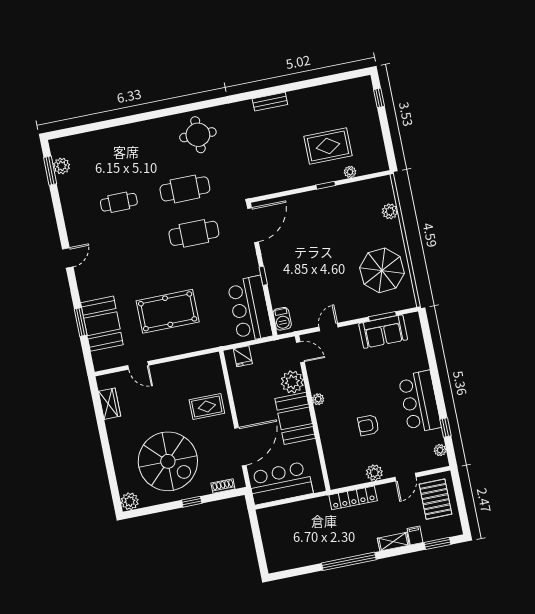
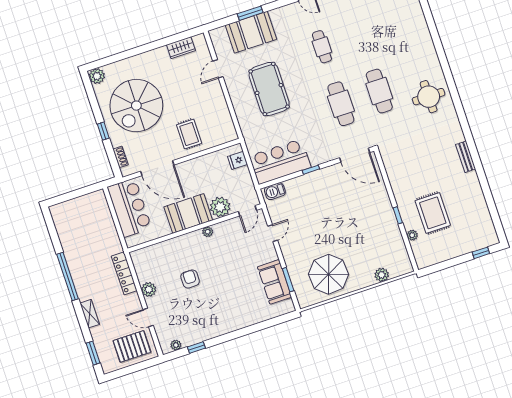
cafe table: (119, 202) -> (322, 47), moved
door: (329, 327) -> (273, 233), hinge flipped
bar counter: (420, 402) -> (216, 322), removed
filing cabinet: (415, 535) -> (98, 332), removed

